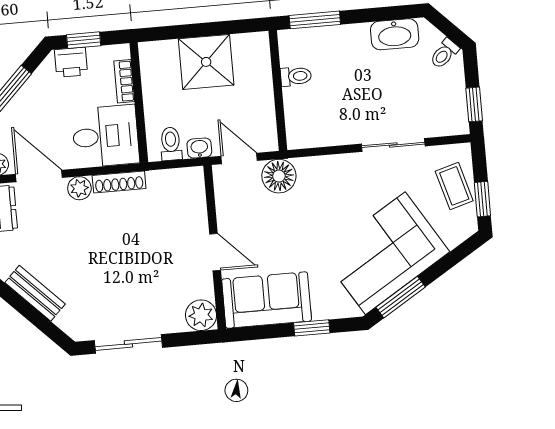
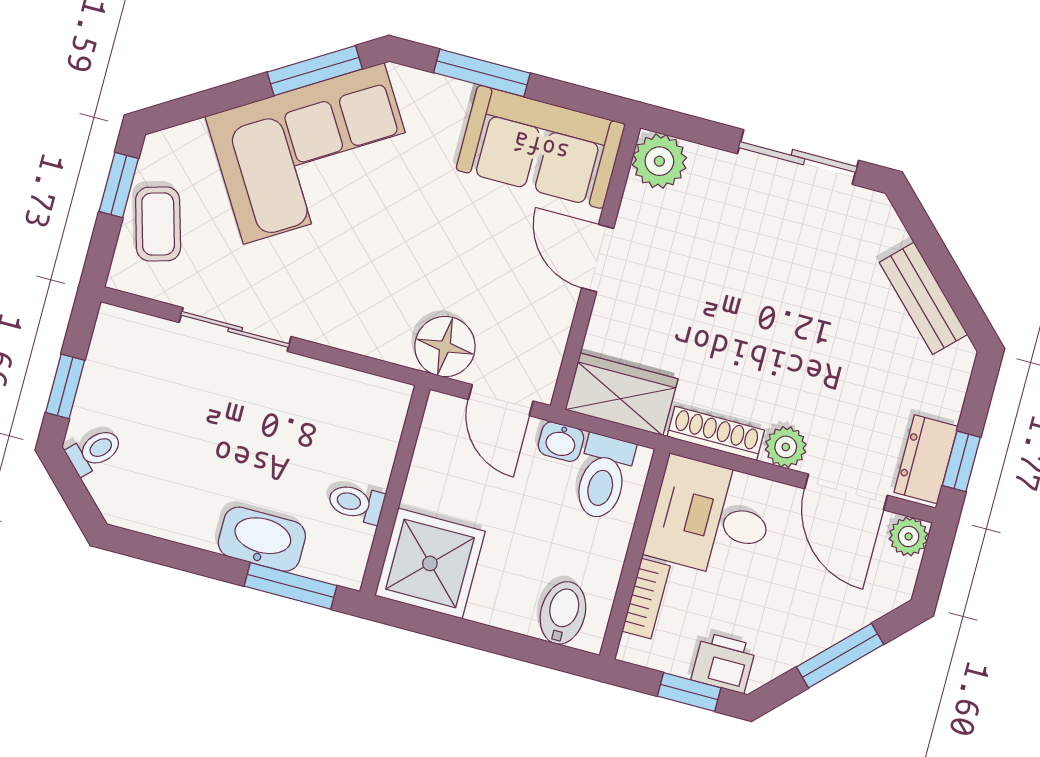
washbasin: (395, 34) -> (262, 539), moved
bidet: (165, 58) -> (563, 613), added
shower: (206, 62) -> (430, 563), moved
window: (474, 104) -> (65, 386), moved
toilet: (171, 144) -> (603, 477), width x1.37, depth x1.39
wardrobe: (176, 185) -> (622, 394), added
window: (312, 328) -> (482, 73), width x1.50

